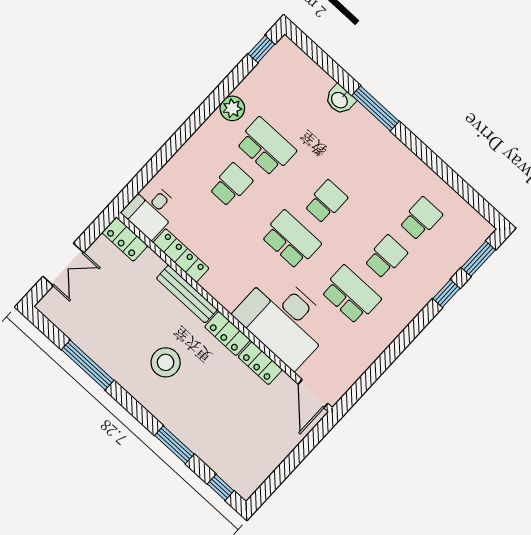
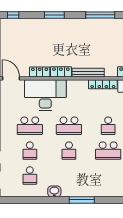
washbasin: (340, 100) -> (54, 191), moved
stool: (166, 362) -> (73, 41), removed
window: (174, 445) -> (54, 15), moved

